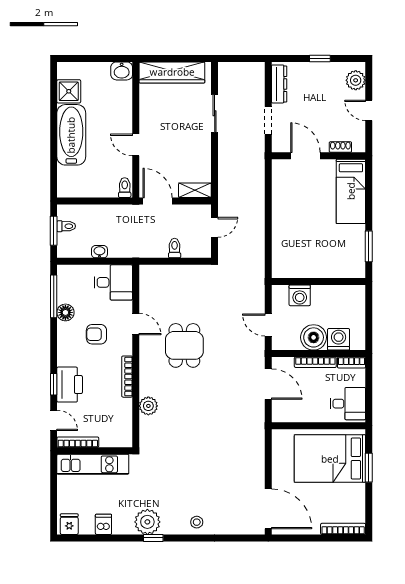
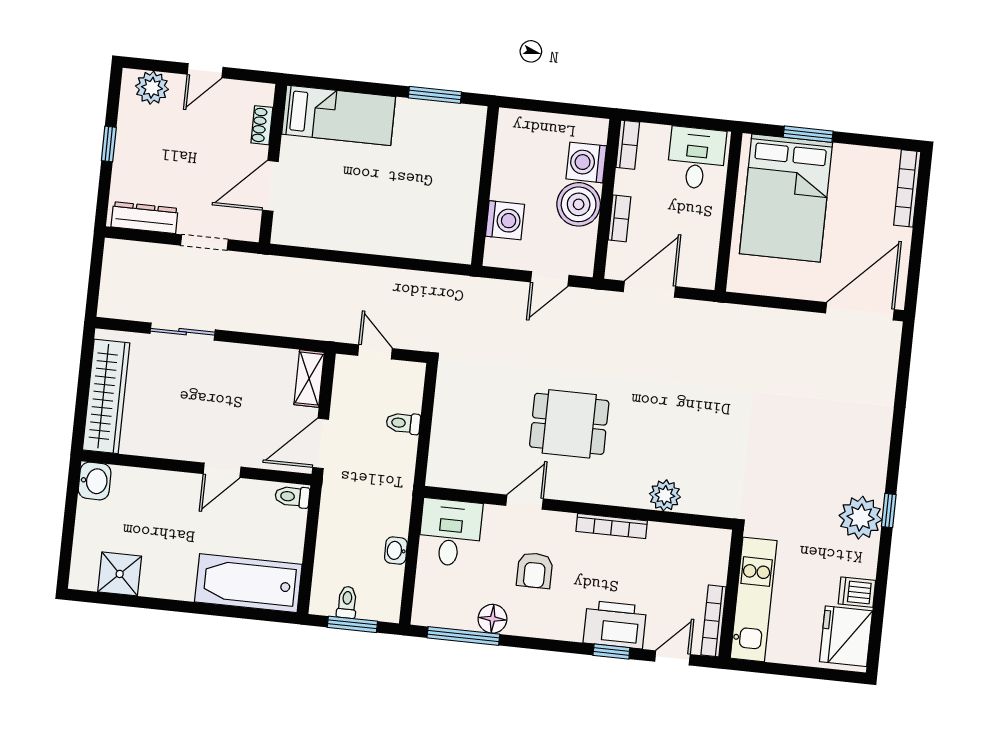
bathtub: (71, 135) -> (248, 583), moved
bookcase: (315, 362) -> (620, 218), width x0.64
stool: (197, 522) -> (870, 434), removed
fridge: (69, 524) -> (846, 636), width x1.88, depth x1.34

